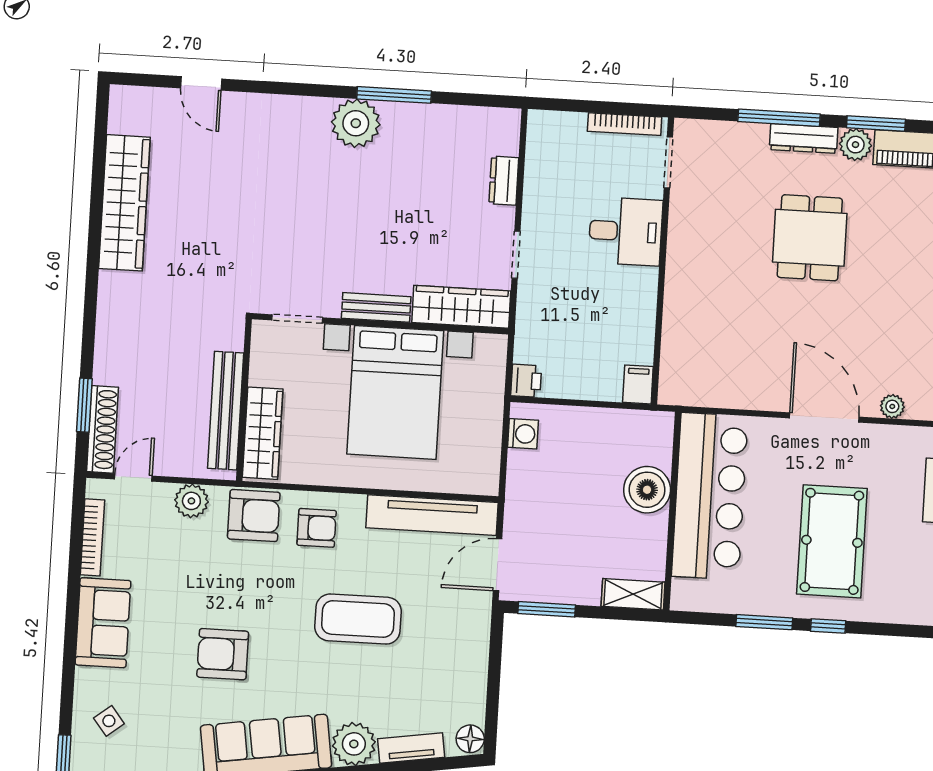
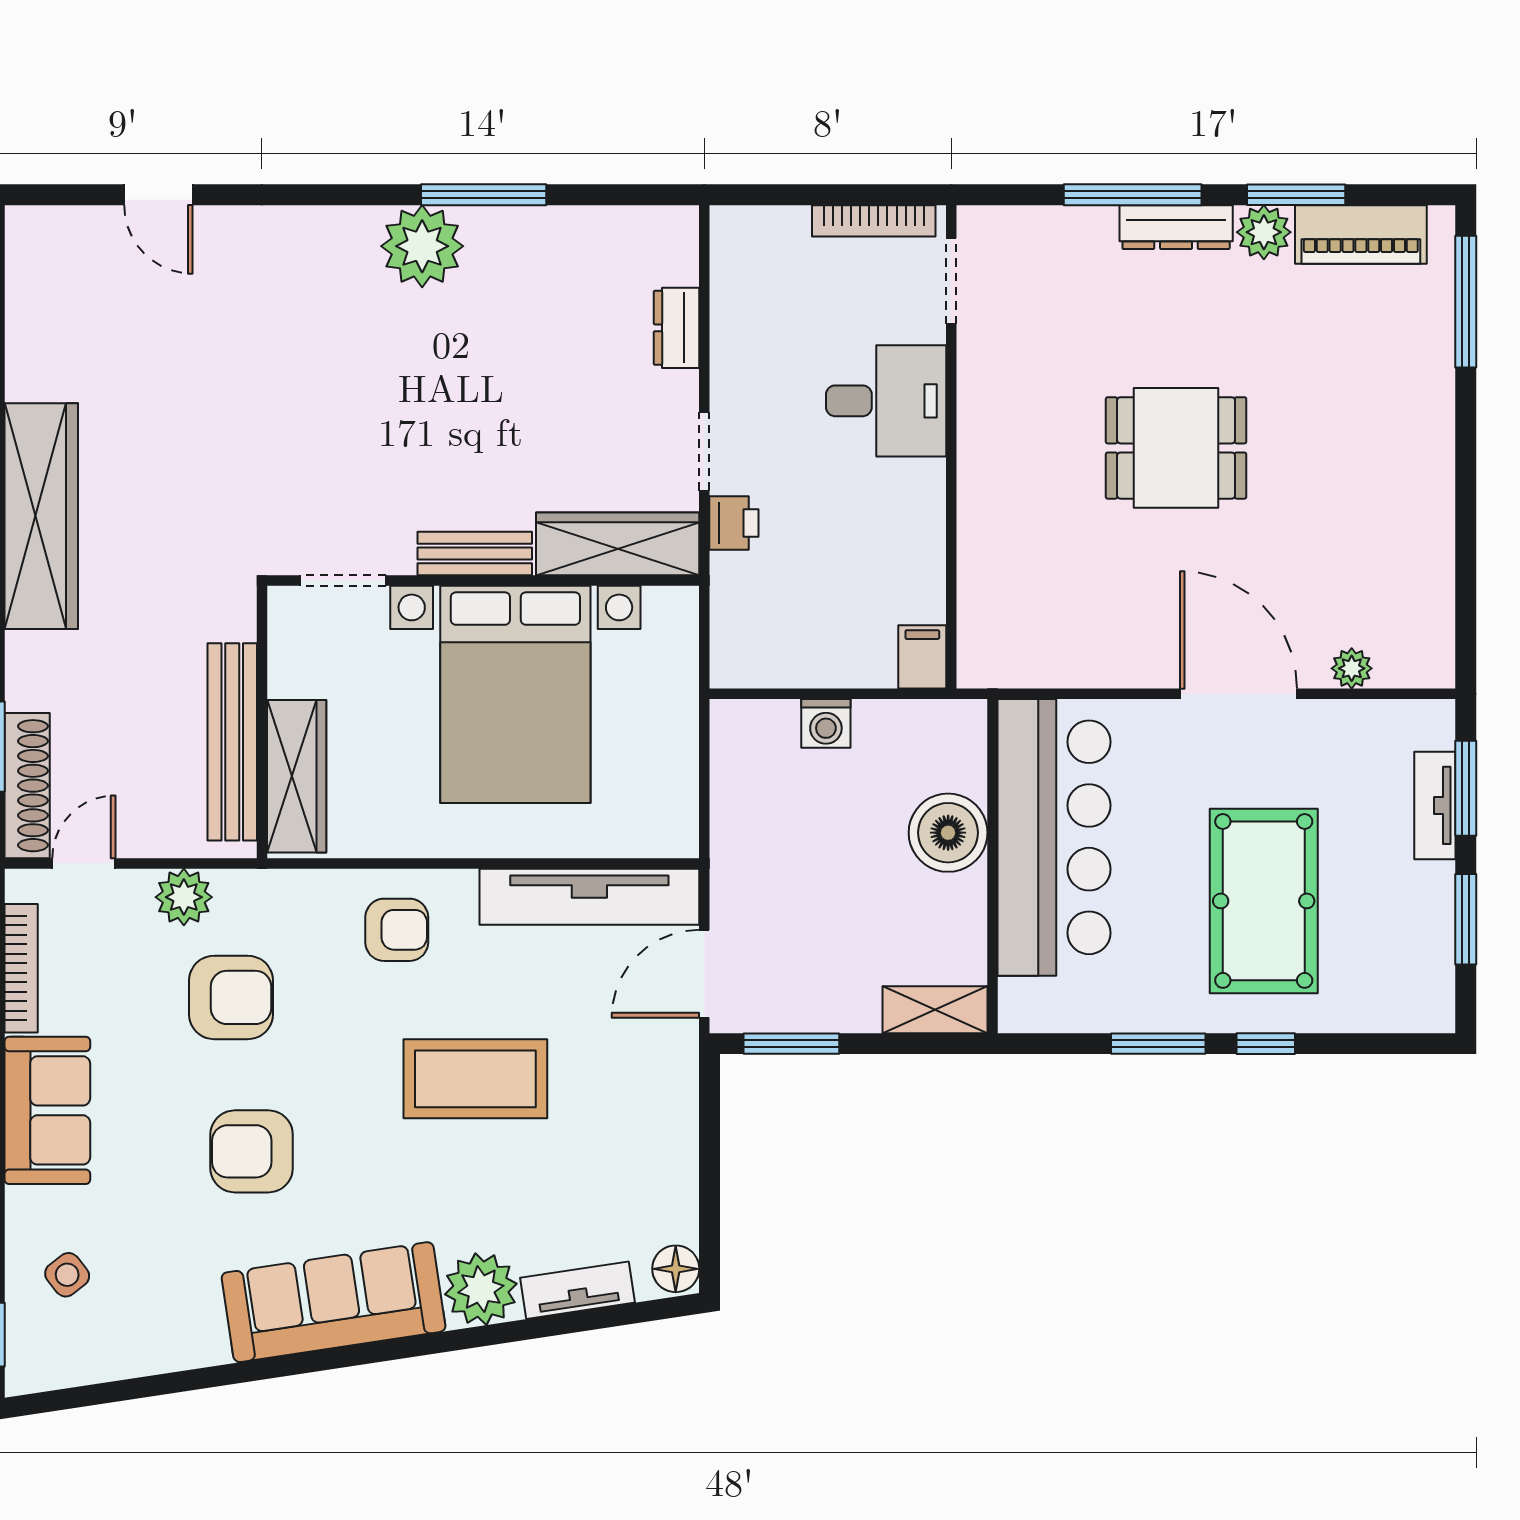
wardrobe: (124, 203) -> (41, 516), moved
dining table: (810, 238) -> (1176, 448), moved, turned 90
printer: (526, 381) -> (734, 523), moved
washing machine: (523, 434) -> (826, 723), moved, turned 90
armchair: (254, 516) -> (231, 997), moved

